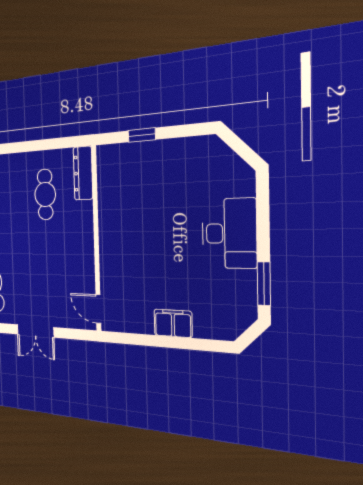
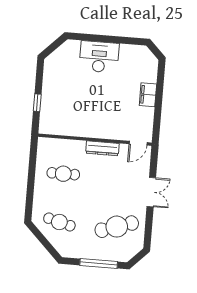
dresser: (83, 173) -> (102, 148), moved
window: (264, 284) -> (128, 41), removed

